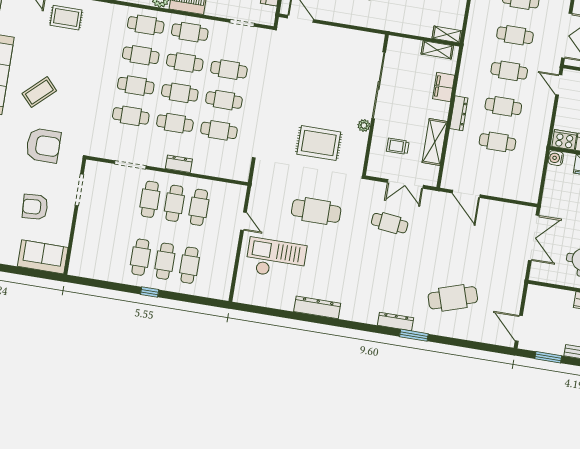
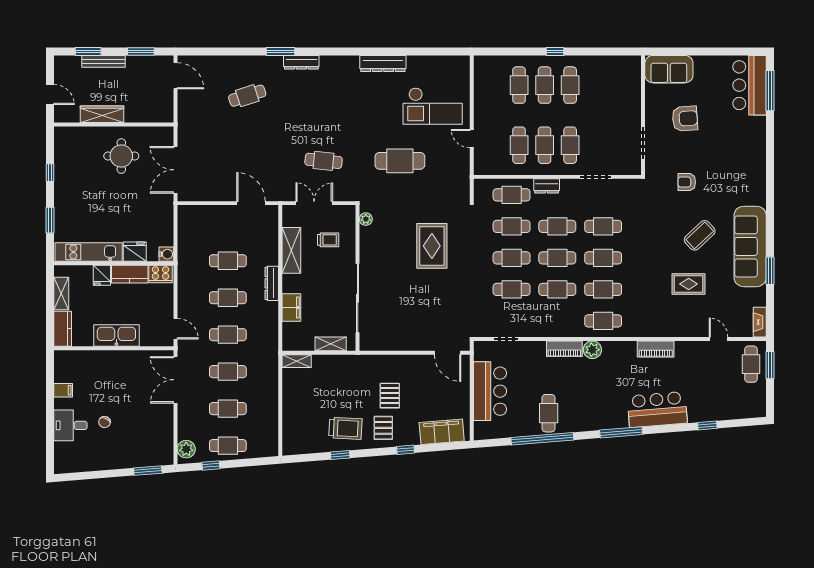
rug: (66, 18) -> (689, 284), moved
cafe table: (190, 32) -> (512, 195), moved
shelving: (437, 50) -> (331, 344), moved
plant: (364, 126) -> (366, 219), moved
rug: (319, 143) -> (432, 246), moved, turned 90
armchair: (43, 145) -> (687, 182), width x0.53, depth x0.53
cafe table: (453, 298) -> (247, 96), width x0.73, depth x0.74

